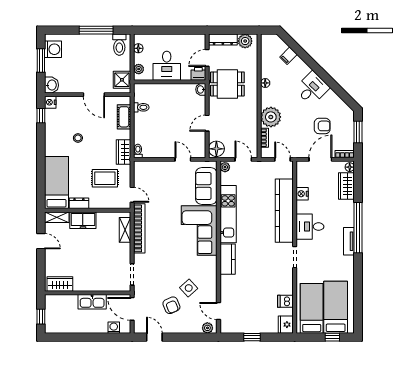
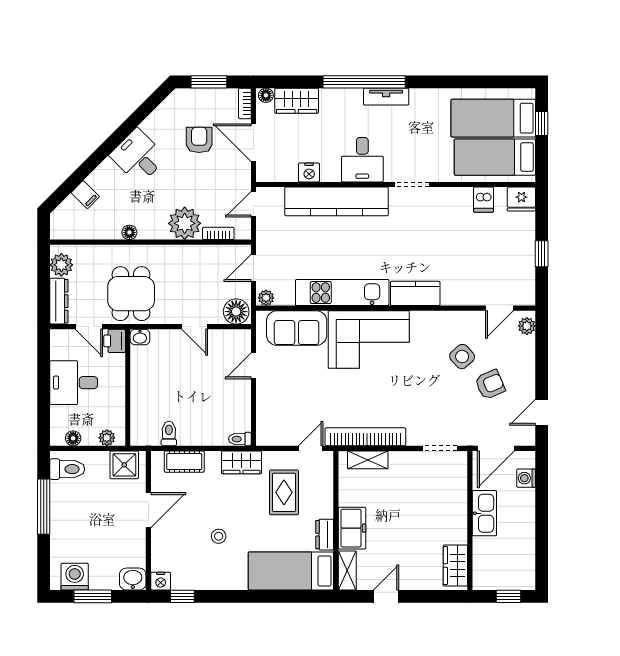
desk: (167, 66) -> (74, 383), moved, turned 180

